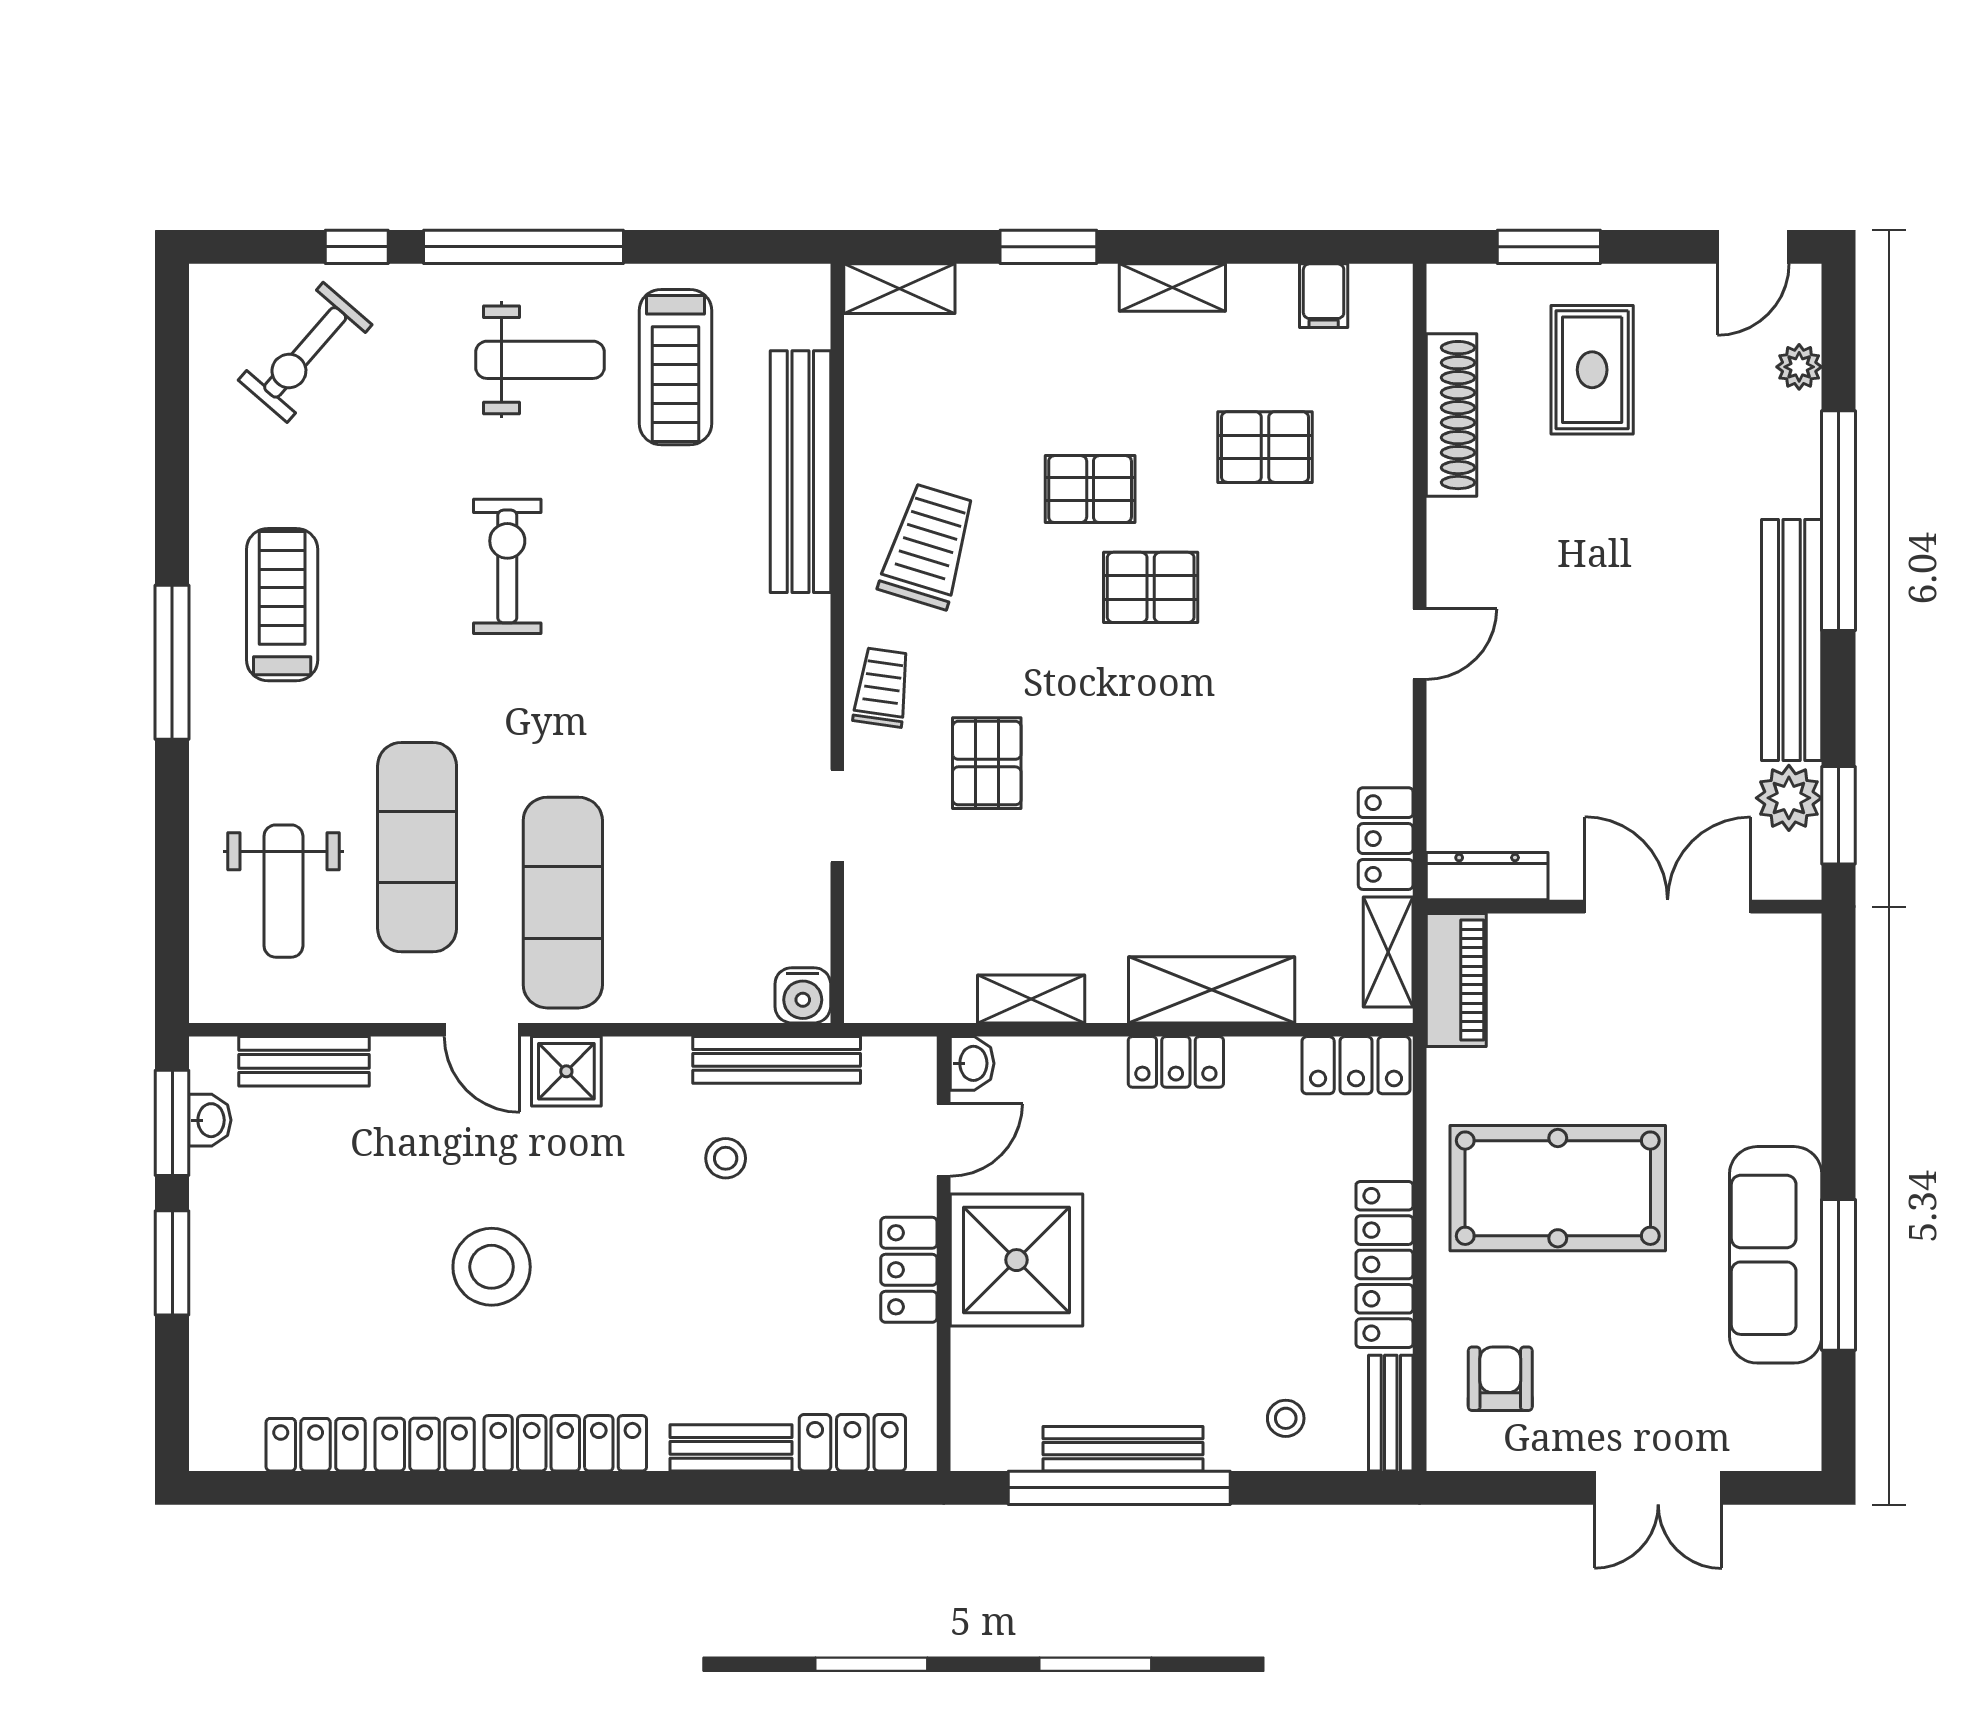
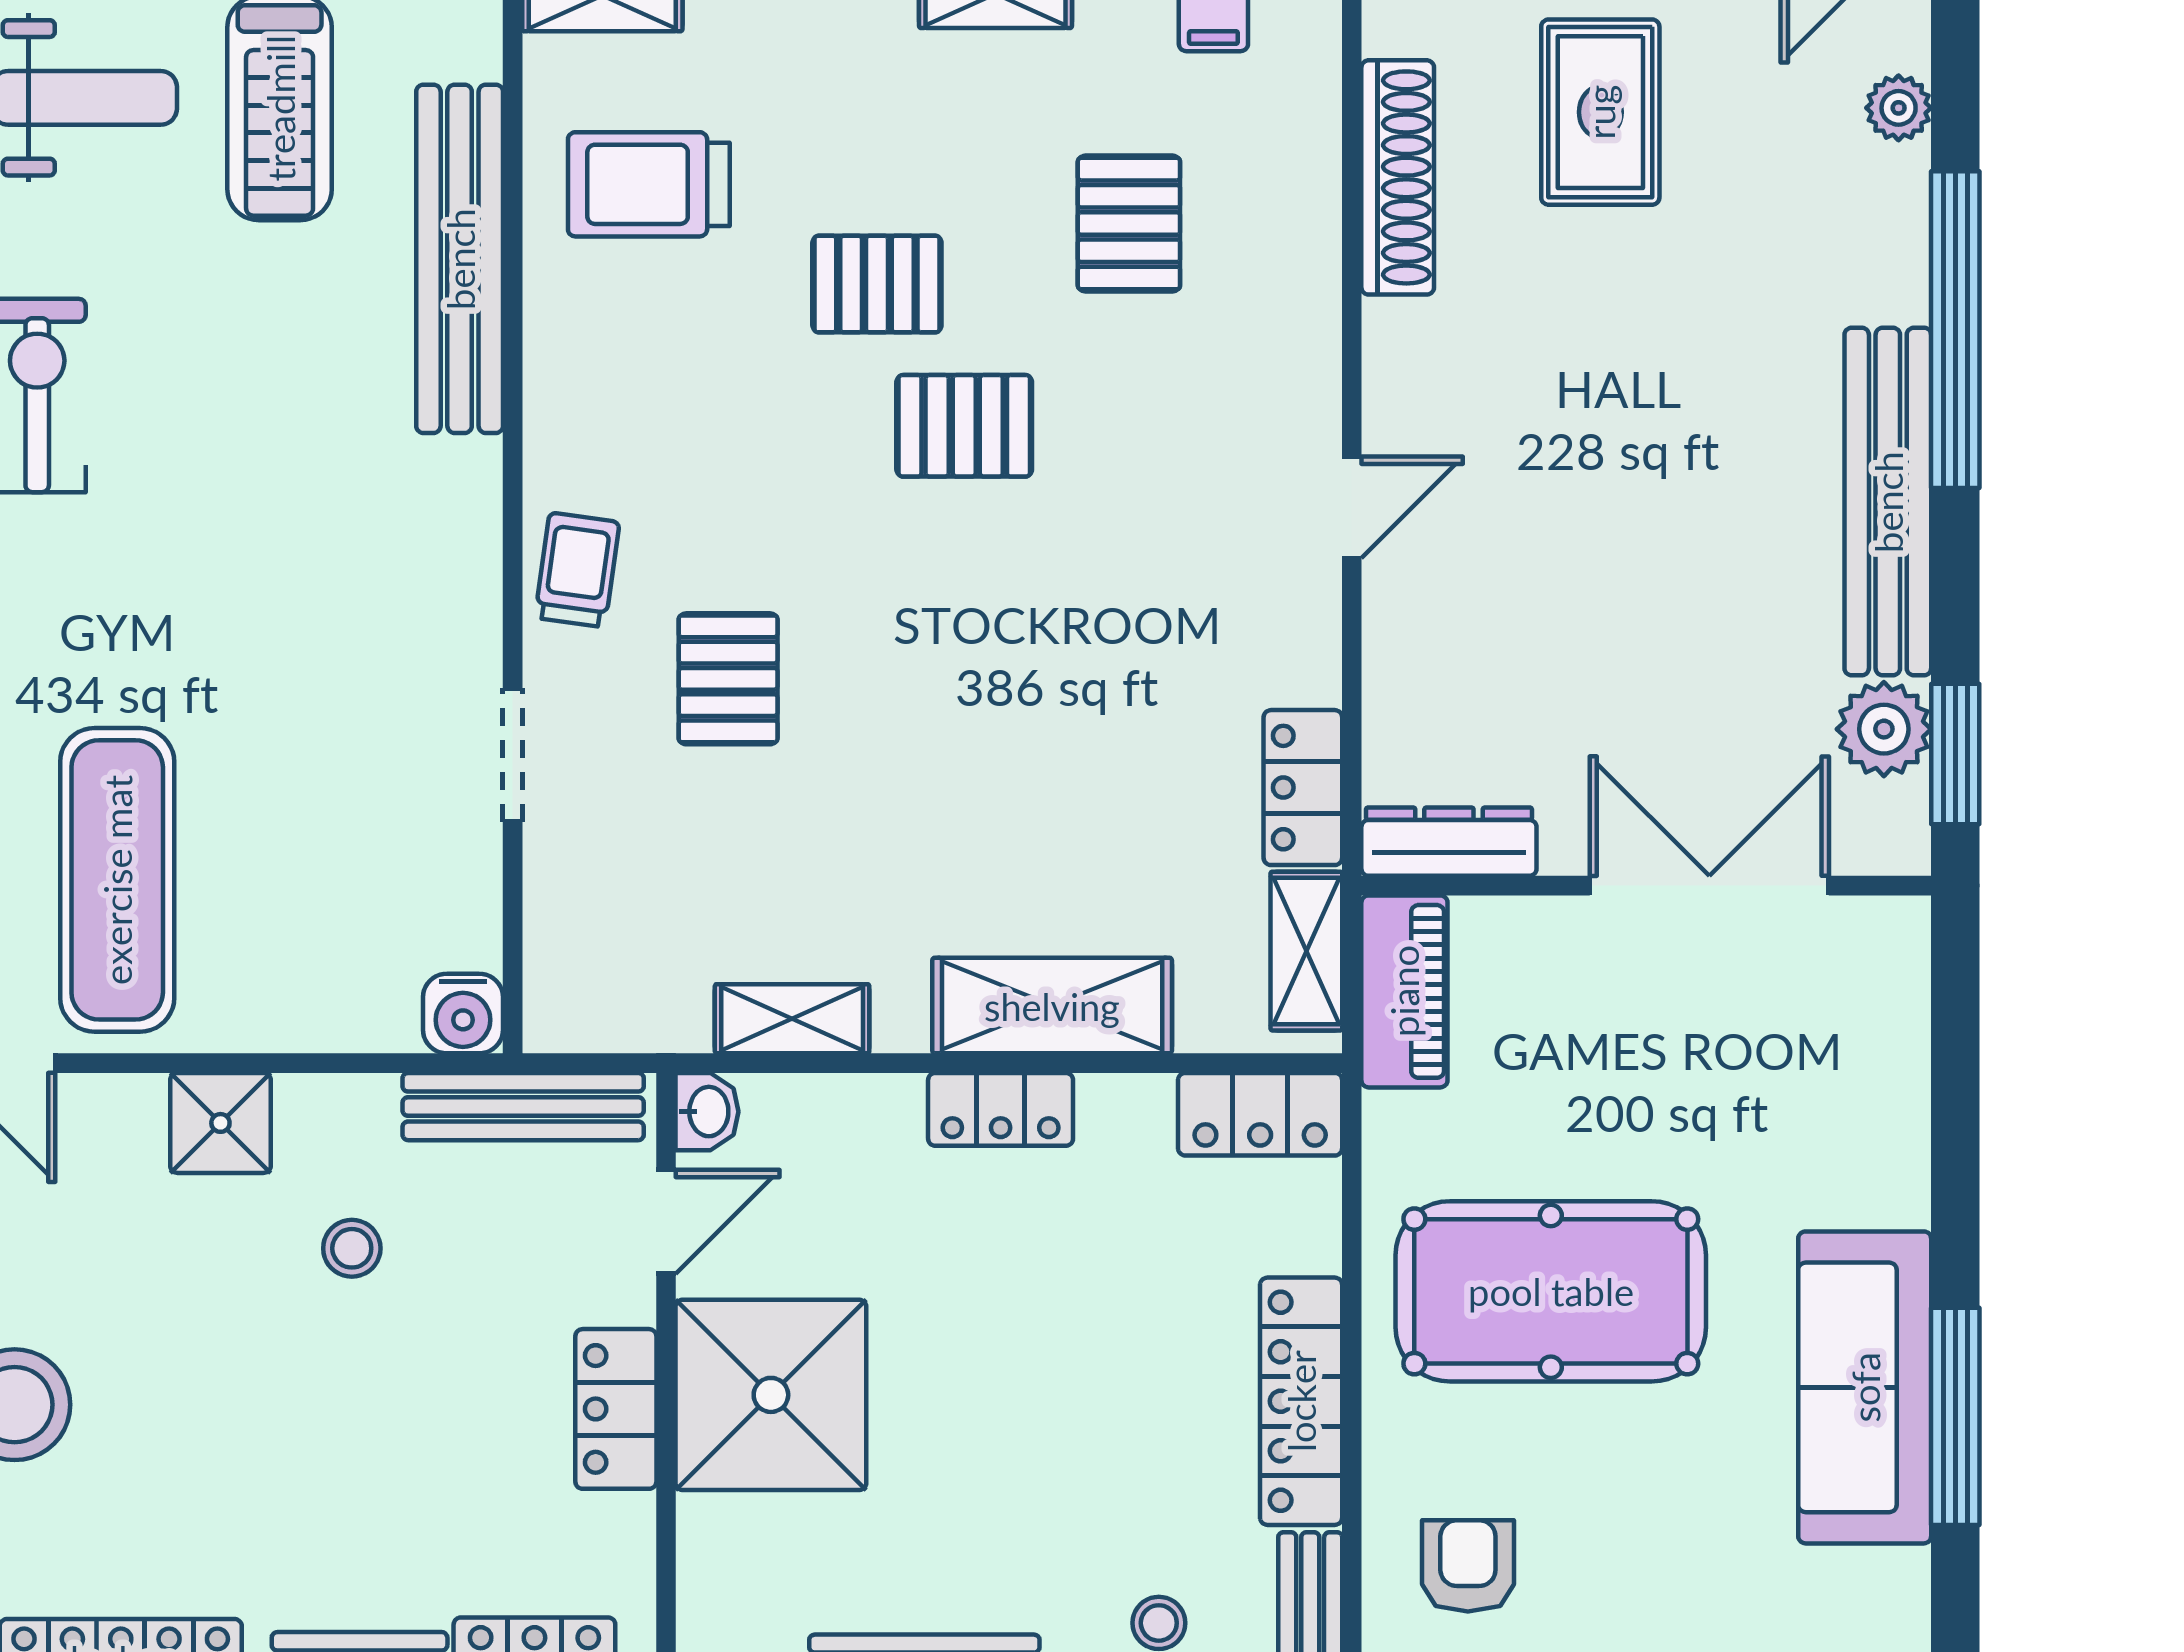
pallet: (1265, 447) -> (1129, 224), turned 90
trolley: (928, 546) -> (649, 184), moved, turned -107
bench: (777, 1060) -> (523, 1107), moved
shower: (566, 1071) -> (220, 1123), moved

